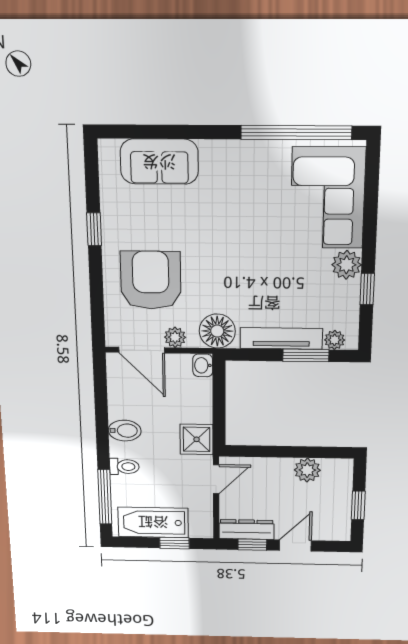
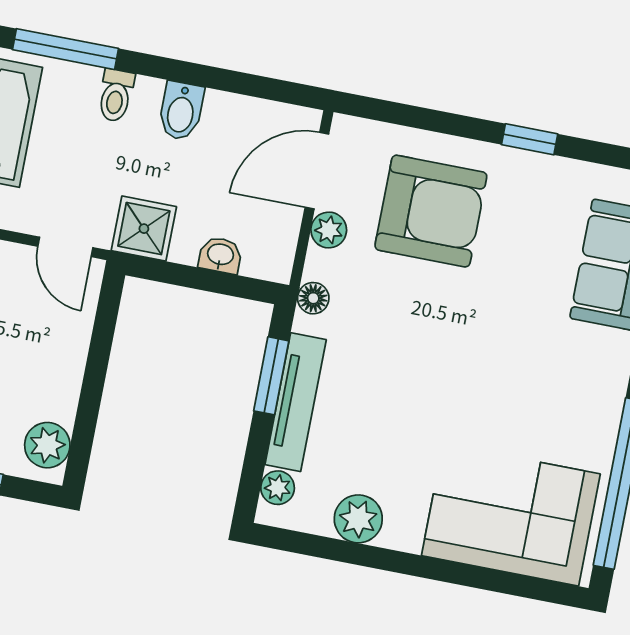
plant: (347, 265) -> (358, 519), moved
window: (367, 289) -> (353, 553), removed
floor lamp: (217, 331) -> (313, 298), width x0.53, depth x0.53
window: (306, 355) -> (271, 376), moved
washbasin: (203, 365) -> (220, 255), moved
plant: (307, 470) -> (47, 445), moved

